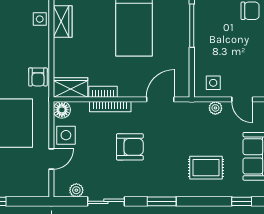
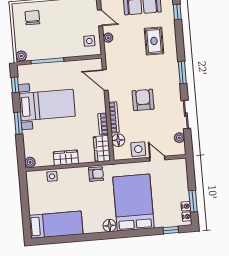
wardrobe: (63, 21) -> (66, 158), moved
door: (242, 99) -> (100, 18), hinge flipped
floor lamp: (62, 110) -> (118, 140), moved

